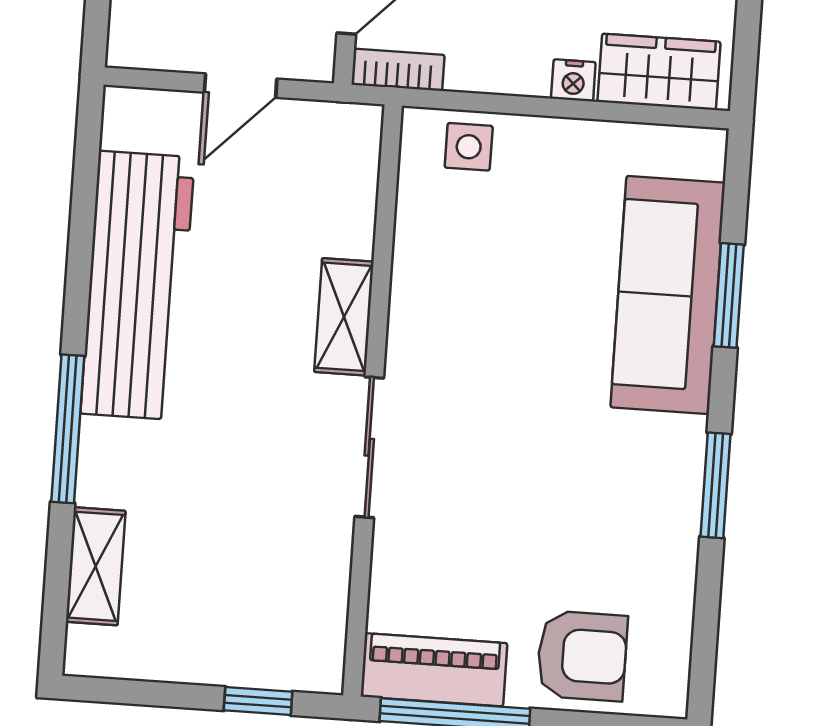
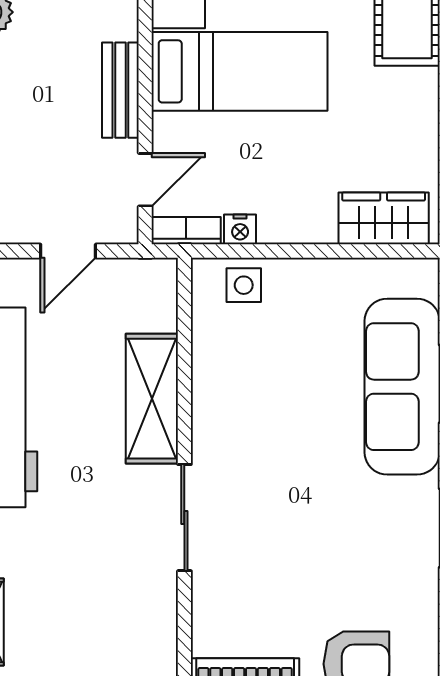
nightstand: (573, 80) -> (240, 229), moved
shelving: (344, 317) -> (152, 399), width x1.50, depth x1.33

